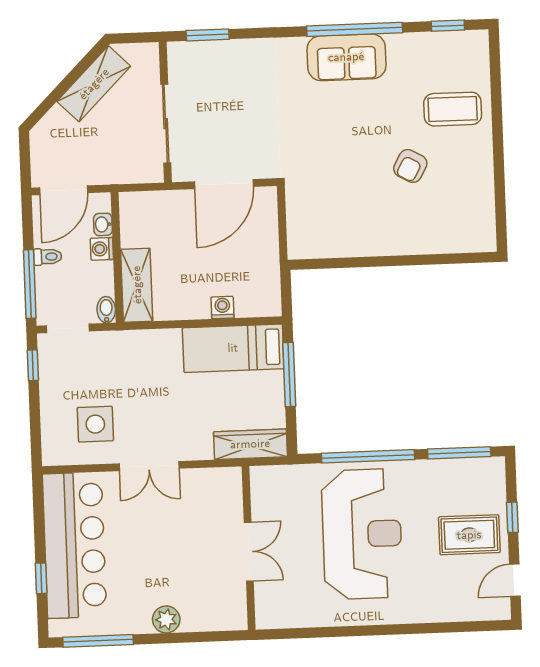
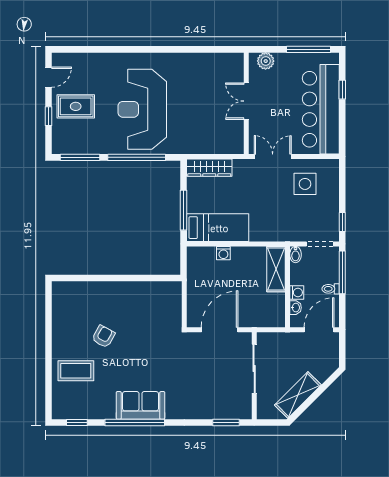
wall: (249, 548) -> (246, 103), moved
double door: (249, 552) -> (246, 101), moved

